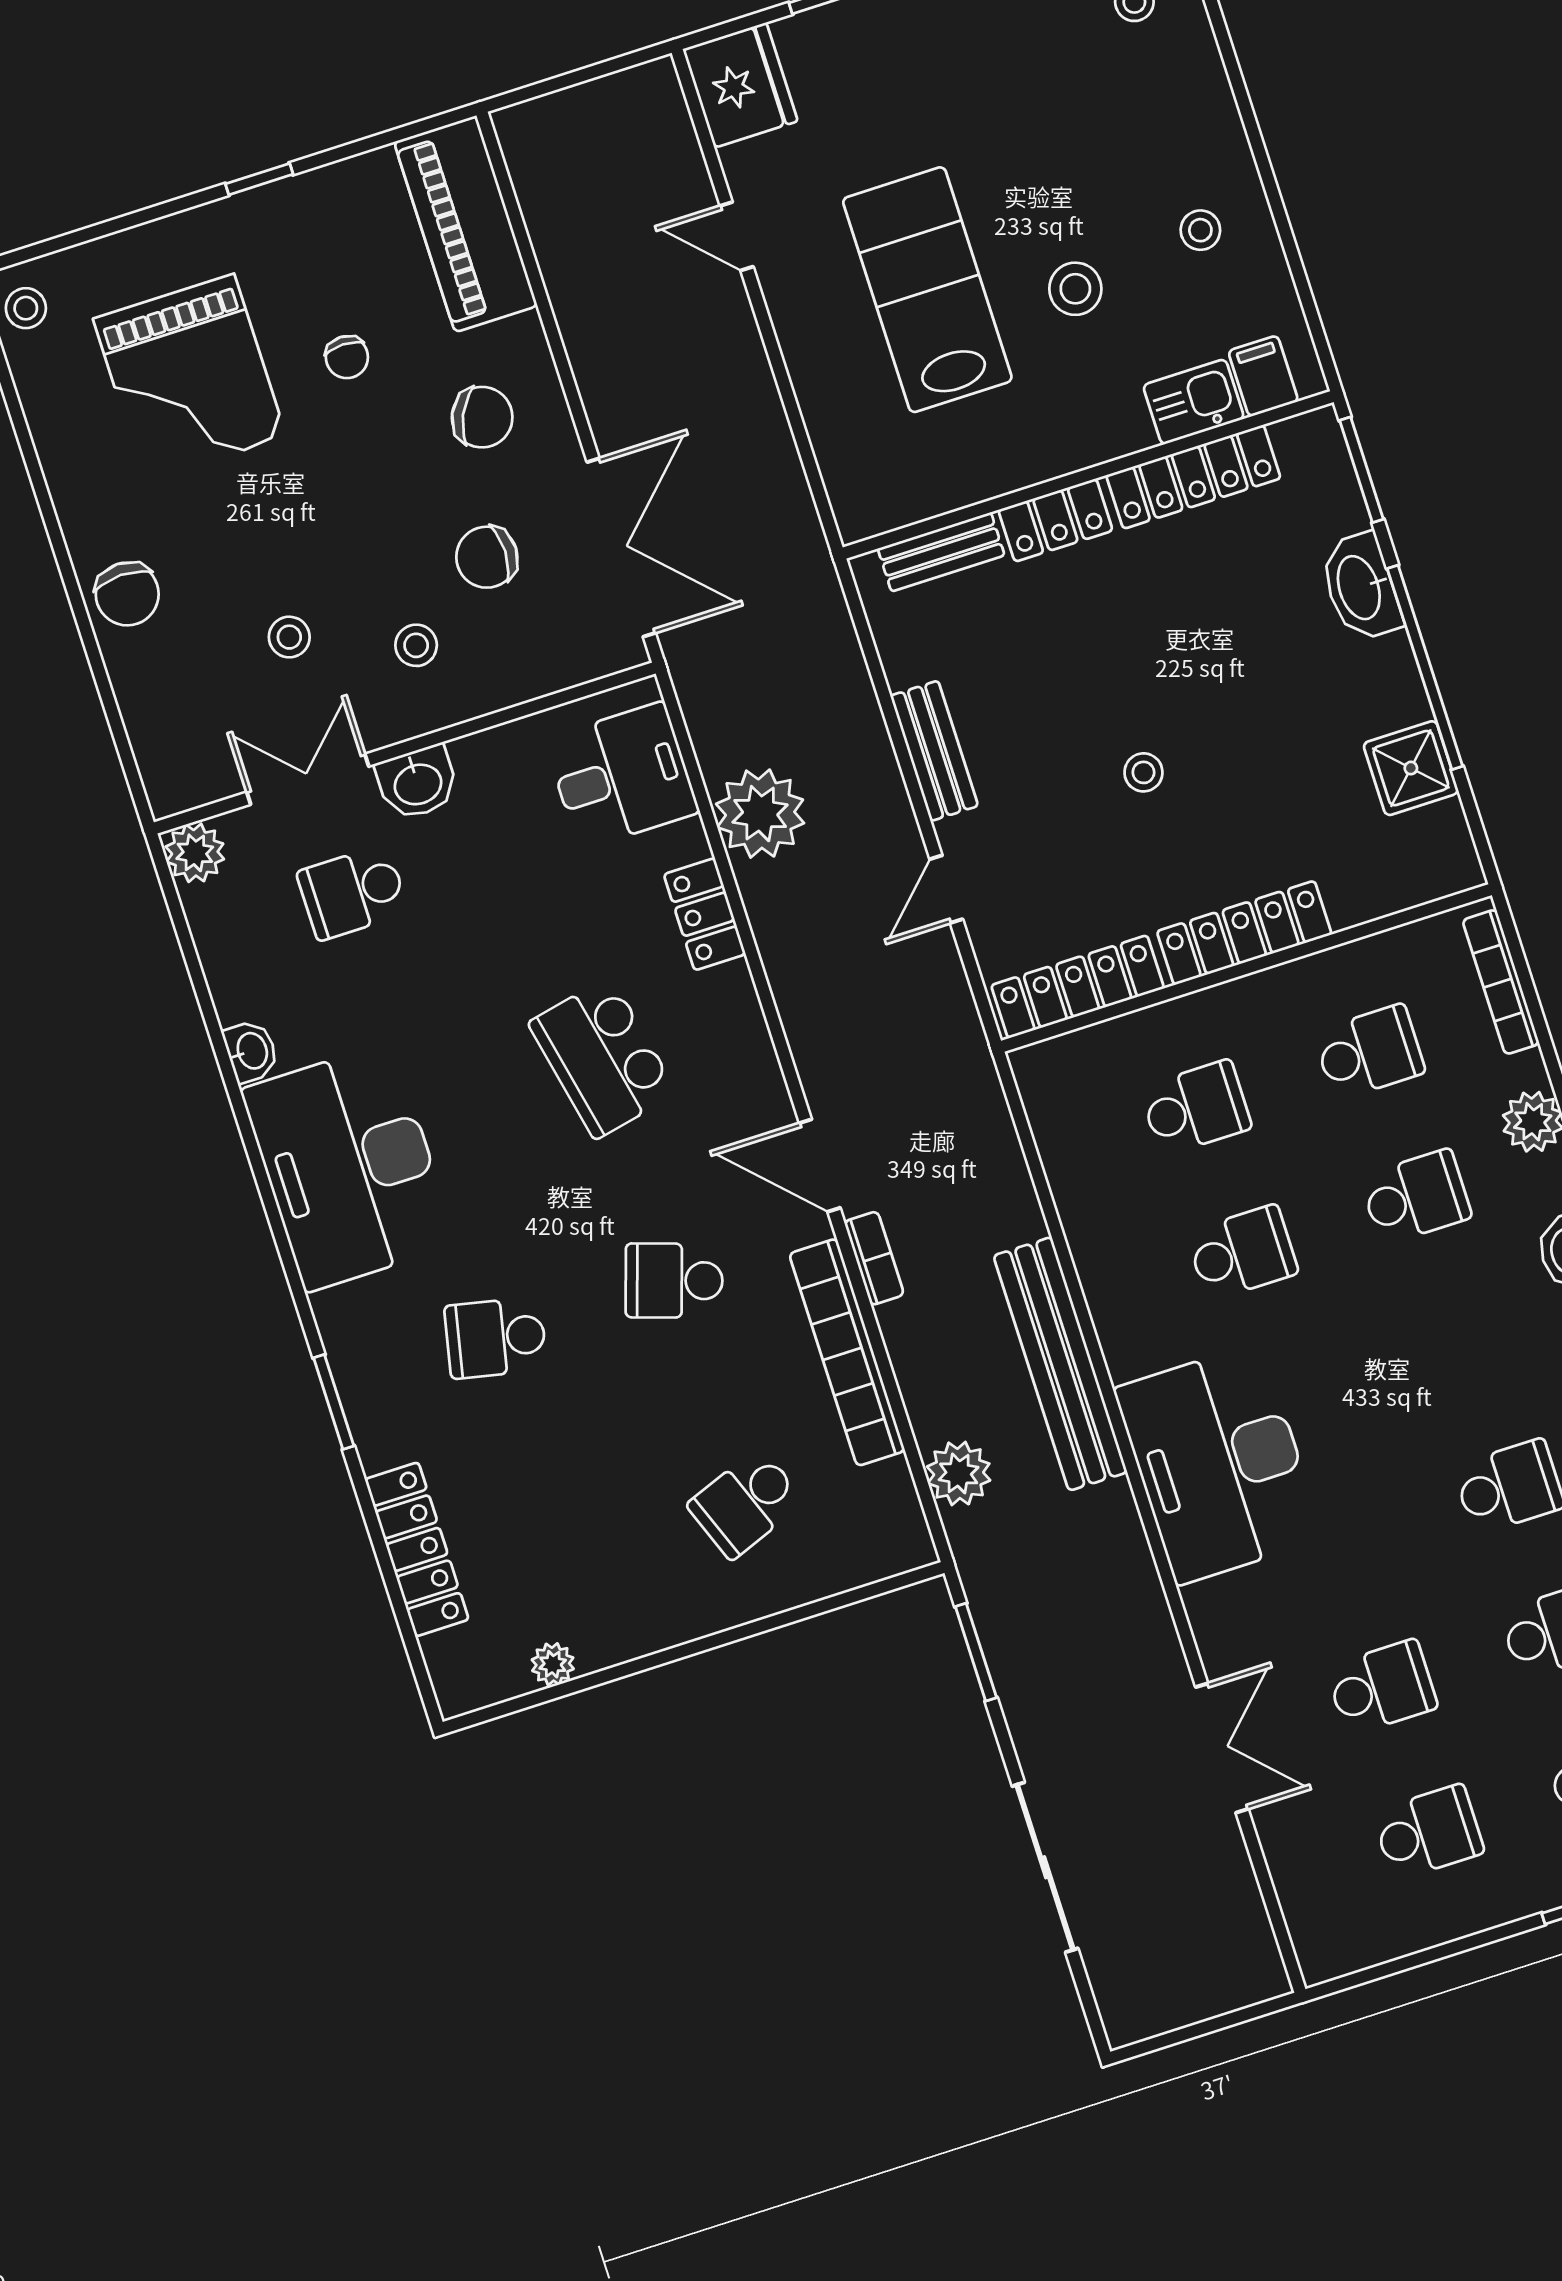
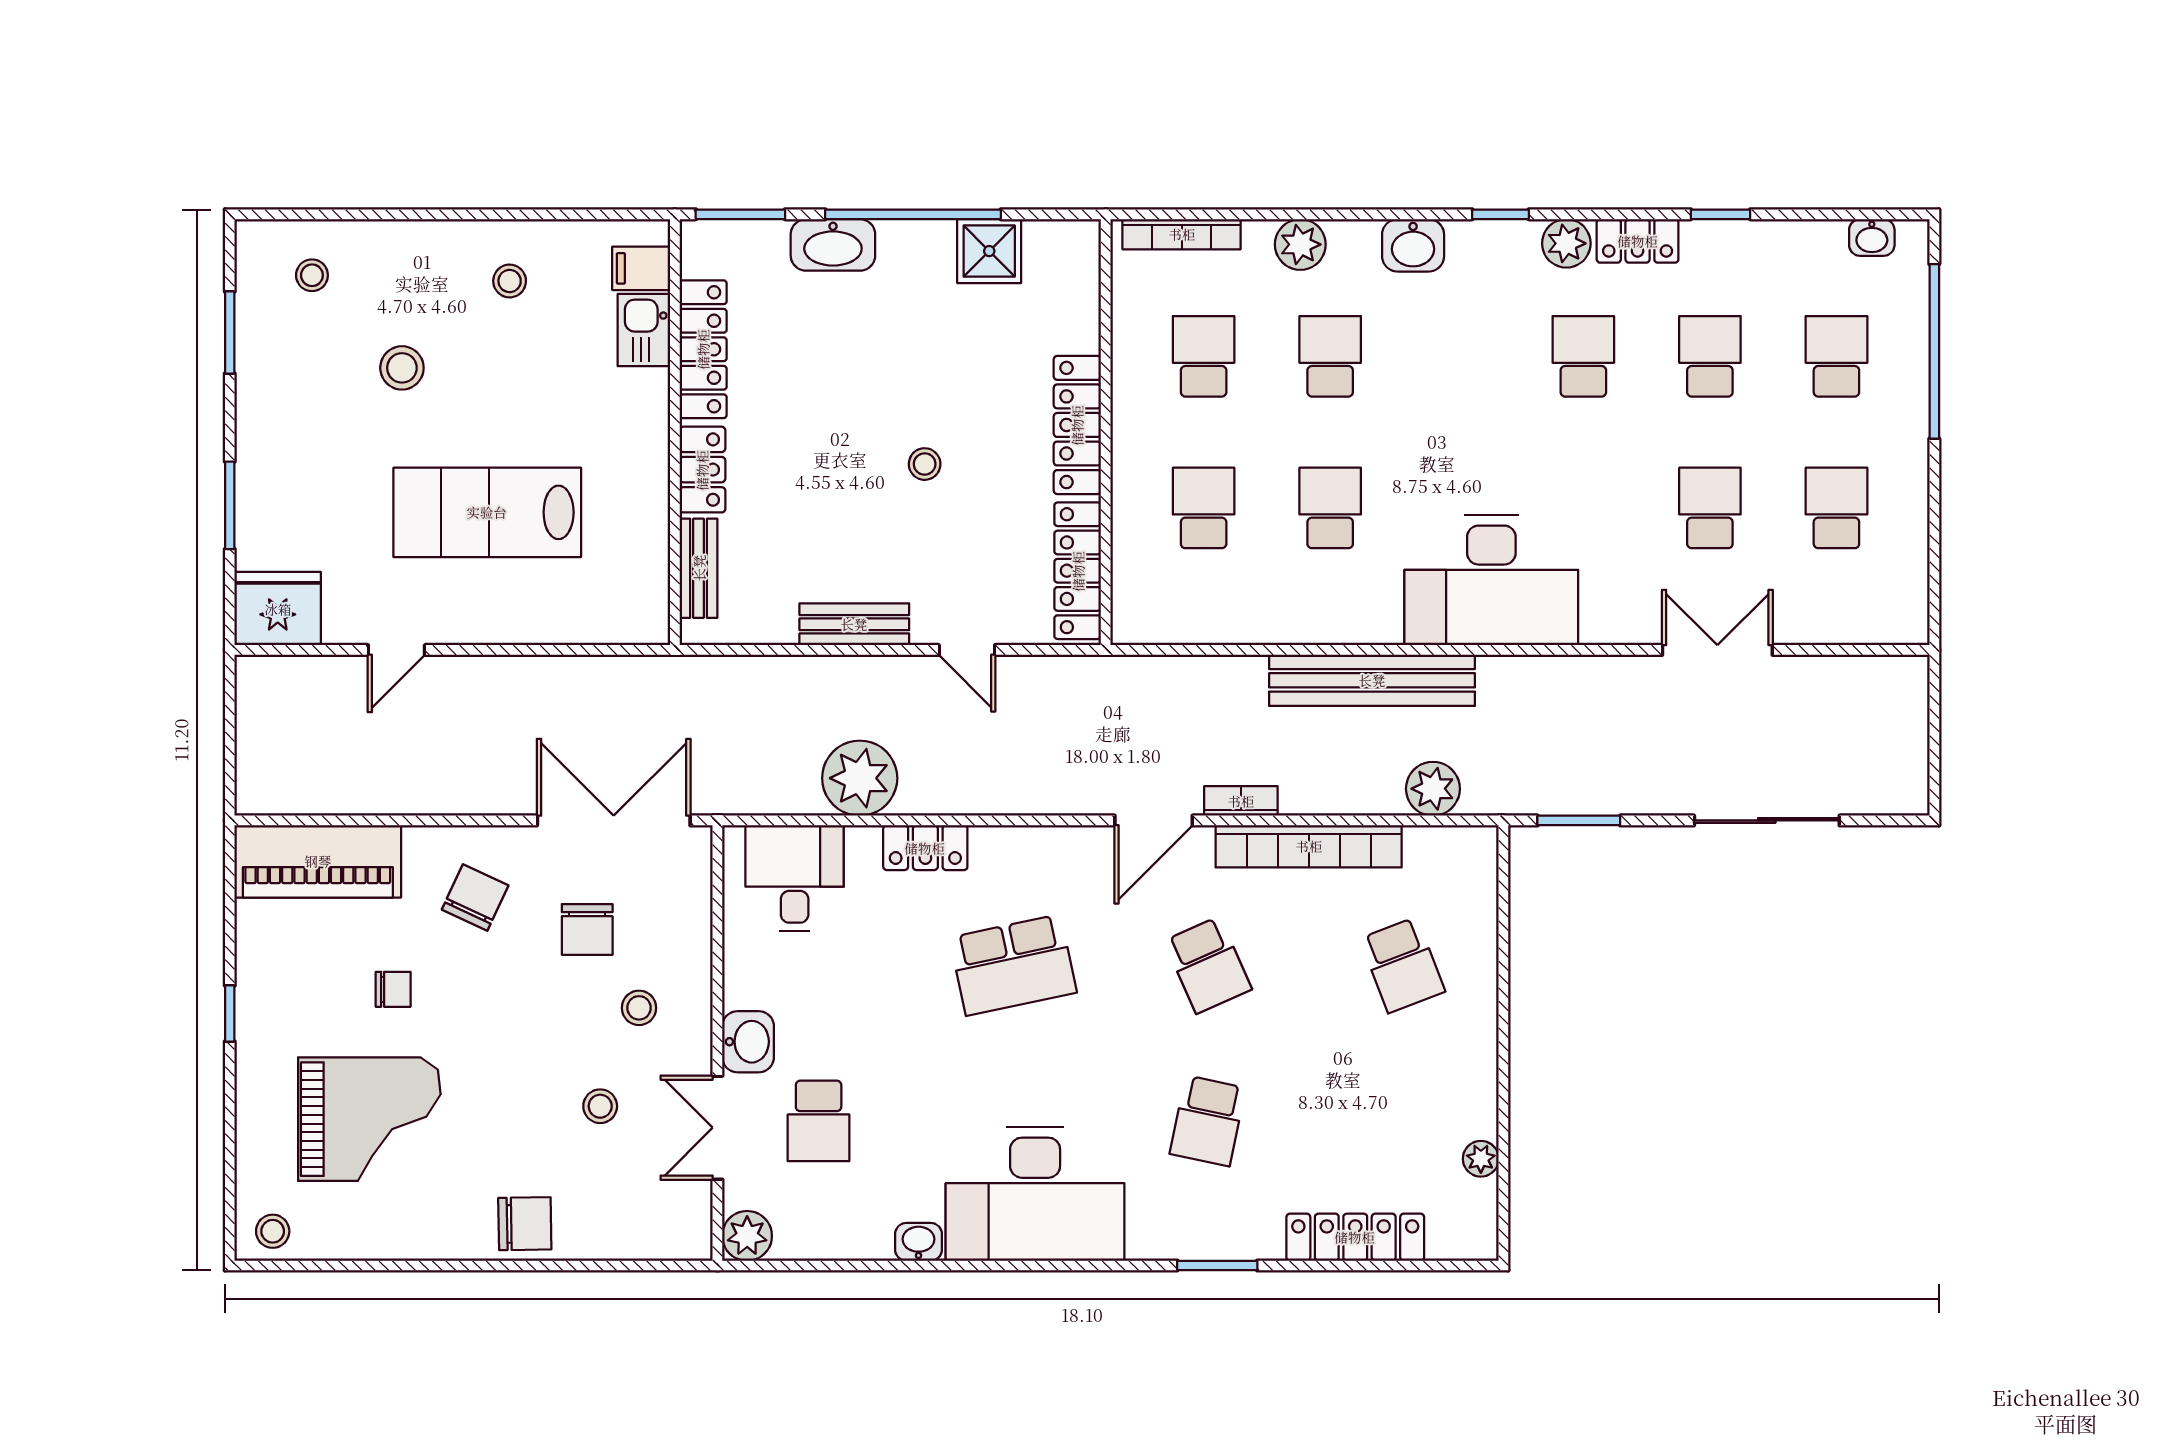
stool: (1075, 289) -> (402, 368), moved
school desk: (674, 1281) -> (1208, 965), turned -42

